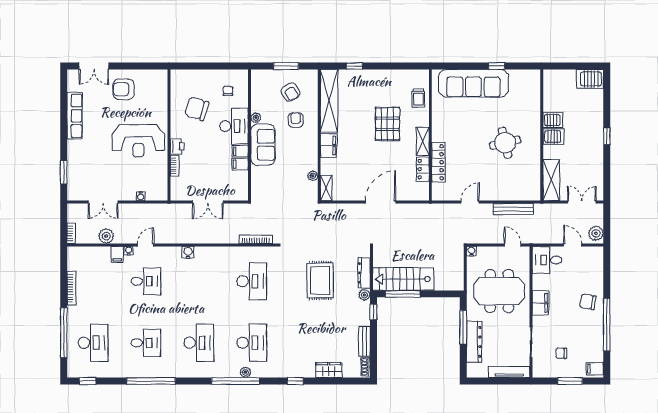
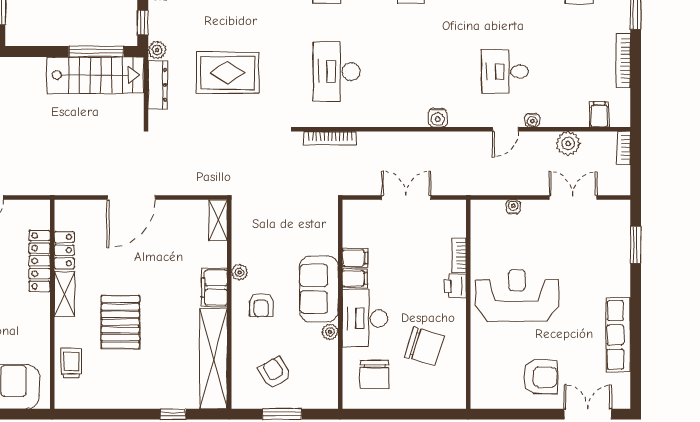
chair: (228, 91) -> (374, 375), width x1.87, depth x1.87
armchair: (296, 120) -> (261, 305), moved
plant: (313, 176) -> (240, 272), moved
filing cabinet: (117, 254) -> (599, 114), moved
rug: (320, 280) -> (228, 73), turned 90

